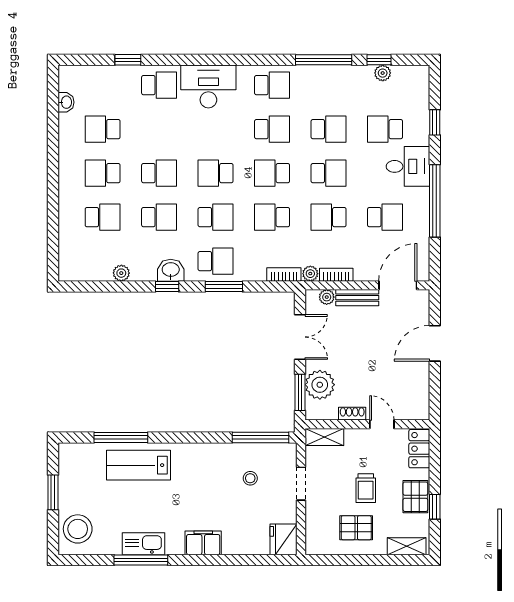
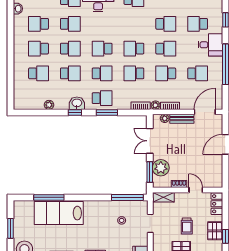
school desk: (272, 129) -> (70, 24), moved
double door: (300, 337) -> (150, 141), swing flipped
lab bench: (139, 465) -> (59, 213), width x1.36, depth x1.39

